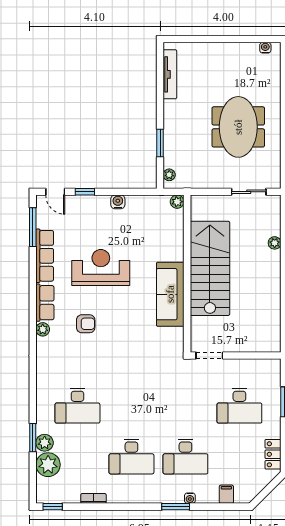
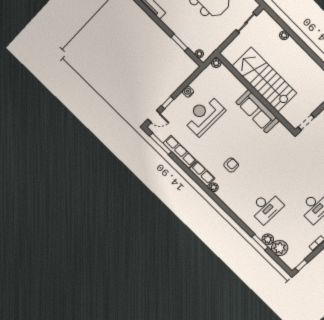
reception desk: (101, 268) -> (204, 115), moved

